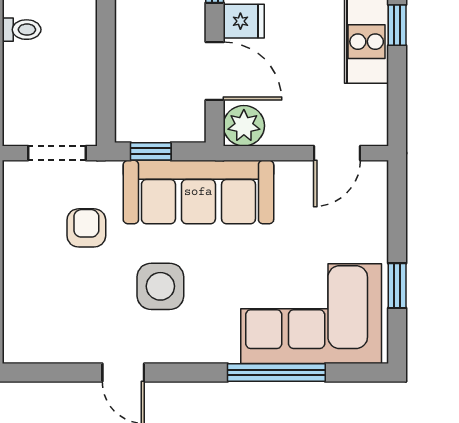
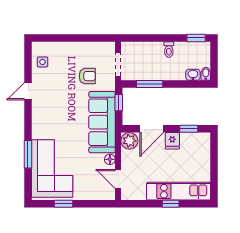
window: (106, 76) -> (150, 84), added
floor lamp: (289, 173) -> (110, 159), added
side table: (160, 286) -> (42, 62), moved, width x0.54, depth x0.54
window: (276, 373) -> (28, 154), width x0.69

